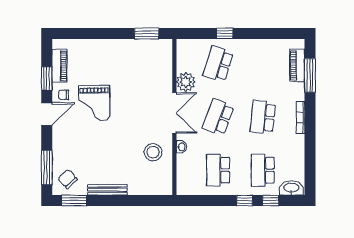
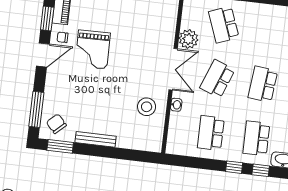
school desk: (218, 64) -> (224, 25), turned -39

